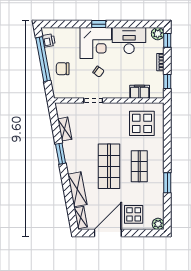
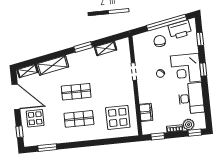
window: (65, 24) -> (200, 39), added
plant: (158, 34) -> (189, 125), moved
printer: (49, 40) -> (180, 30), width x1.87, depth x1.48
shop shelf: (109, 166) -> (76, 92), width x0.70, depth x0.74
window: (167, 183) -> (47, 148), moved
plant: (158, 224) -> (29, 141), removed
window: (147, 233) -> (19, 132), added

